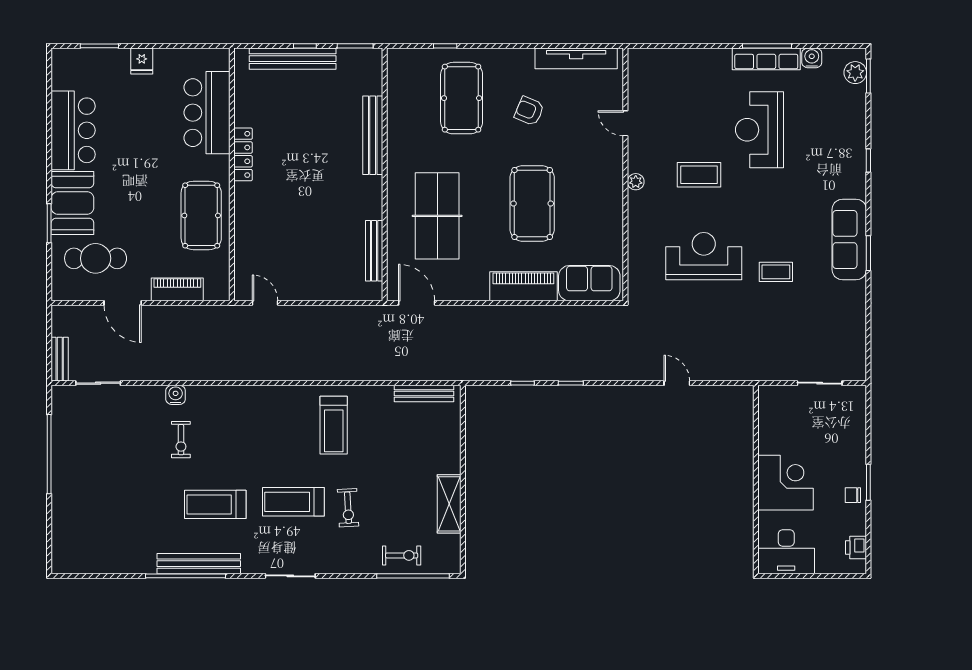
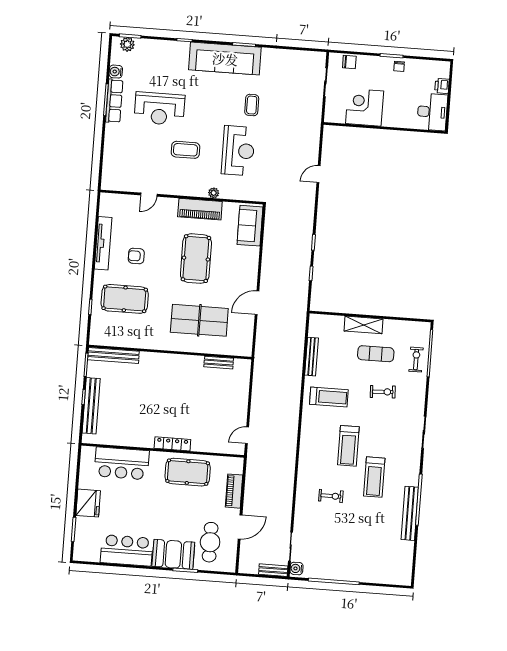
tv unit: (576, 58) -> (103, 243), moved
fridge: (142, 61) -> (88, 503), width x1.88, depth x1.34
armchair: (529, 111) -> (136, 256), turned 67
bench: (373, 135) -> (113, 356), moved
locker: (243, 154) -> (172, 444), moved
coffee table: (699, 175) -> (185, 150), turned 90
plant: (636, 182) -> (214, 193), moved
pool table: (532, 204) -> (196, 259), turned 90
sofa: (849, 239) -> (225, 59), width x1.36, depth x1.27
bench: (374, 251) -> (219, 363), width x0.73
reception desk: (704, 256) -> (238, 151), turned 180
piano: (523, 286) -> (200, 209), moved, turned -90
door: (417, 303) -> (257, 303), moved
bench: (424, 394) -> (312, 357), moved
water cooler: (176, 395) -> (296, 568), moved
chair: (854, 418) -> (349, 62), added
corner desk: (786, 483) -> (365, 107), moved
exercise mat: (406, 492) -> (376, 354), added
treadmill: (293, 502) -> (348, 446), moved
shelving: (449, 504) -> (364, 325), moved
printer: (856, 547) -> (442, 86), moved, turned 90
bench: (199, 564) -> (410, 513), moved

